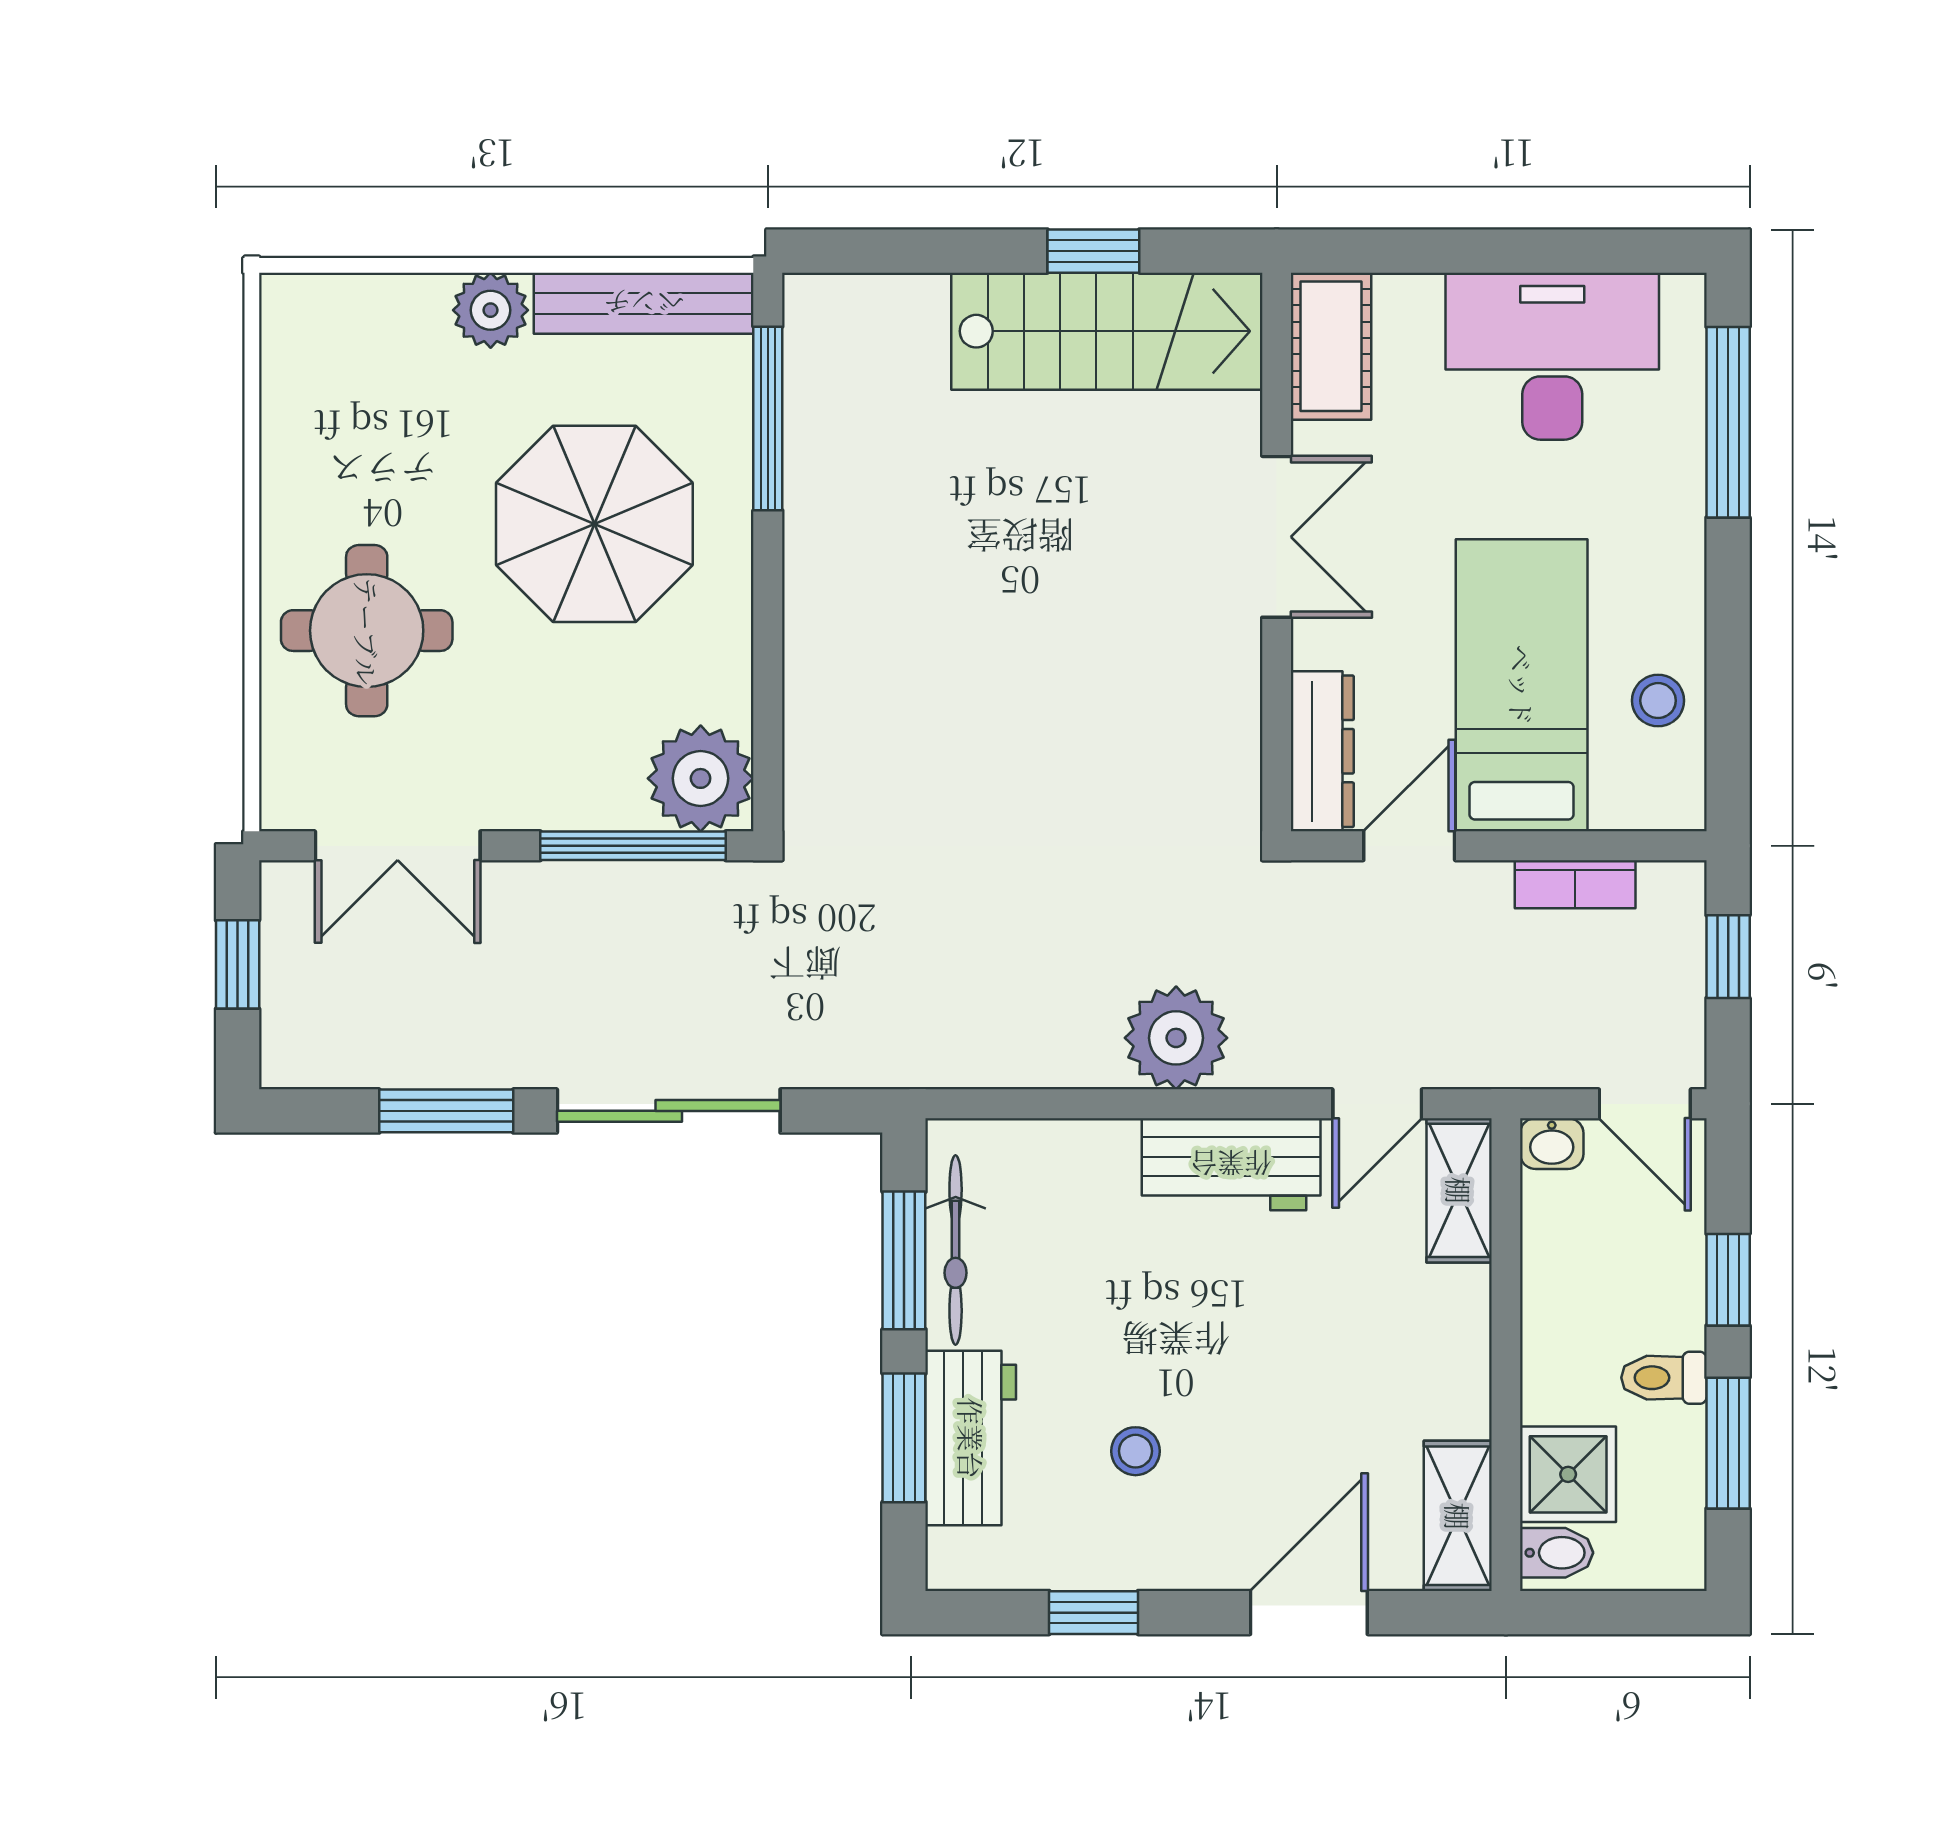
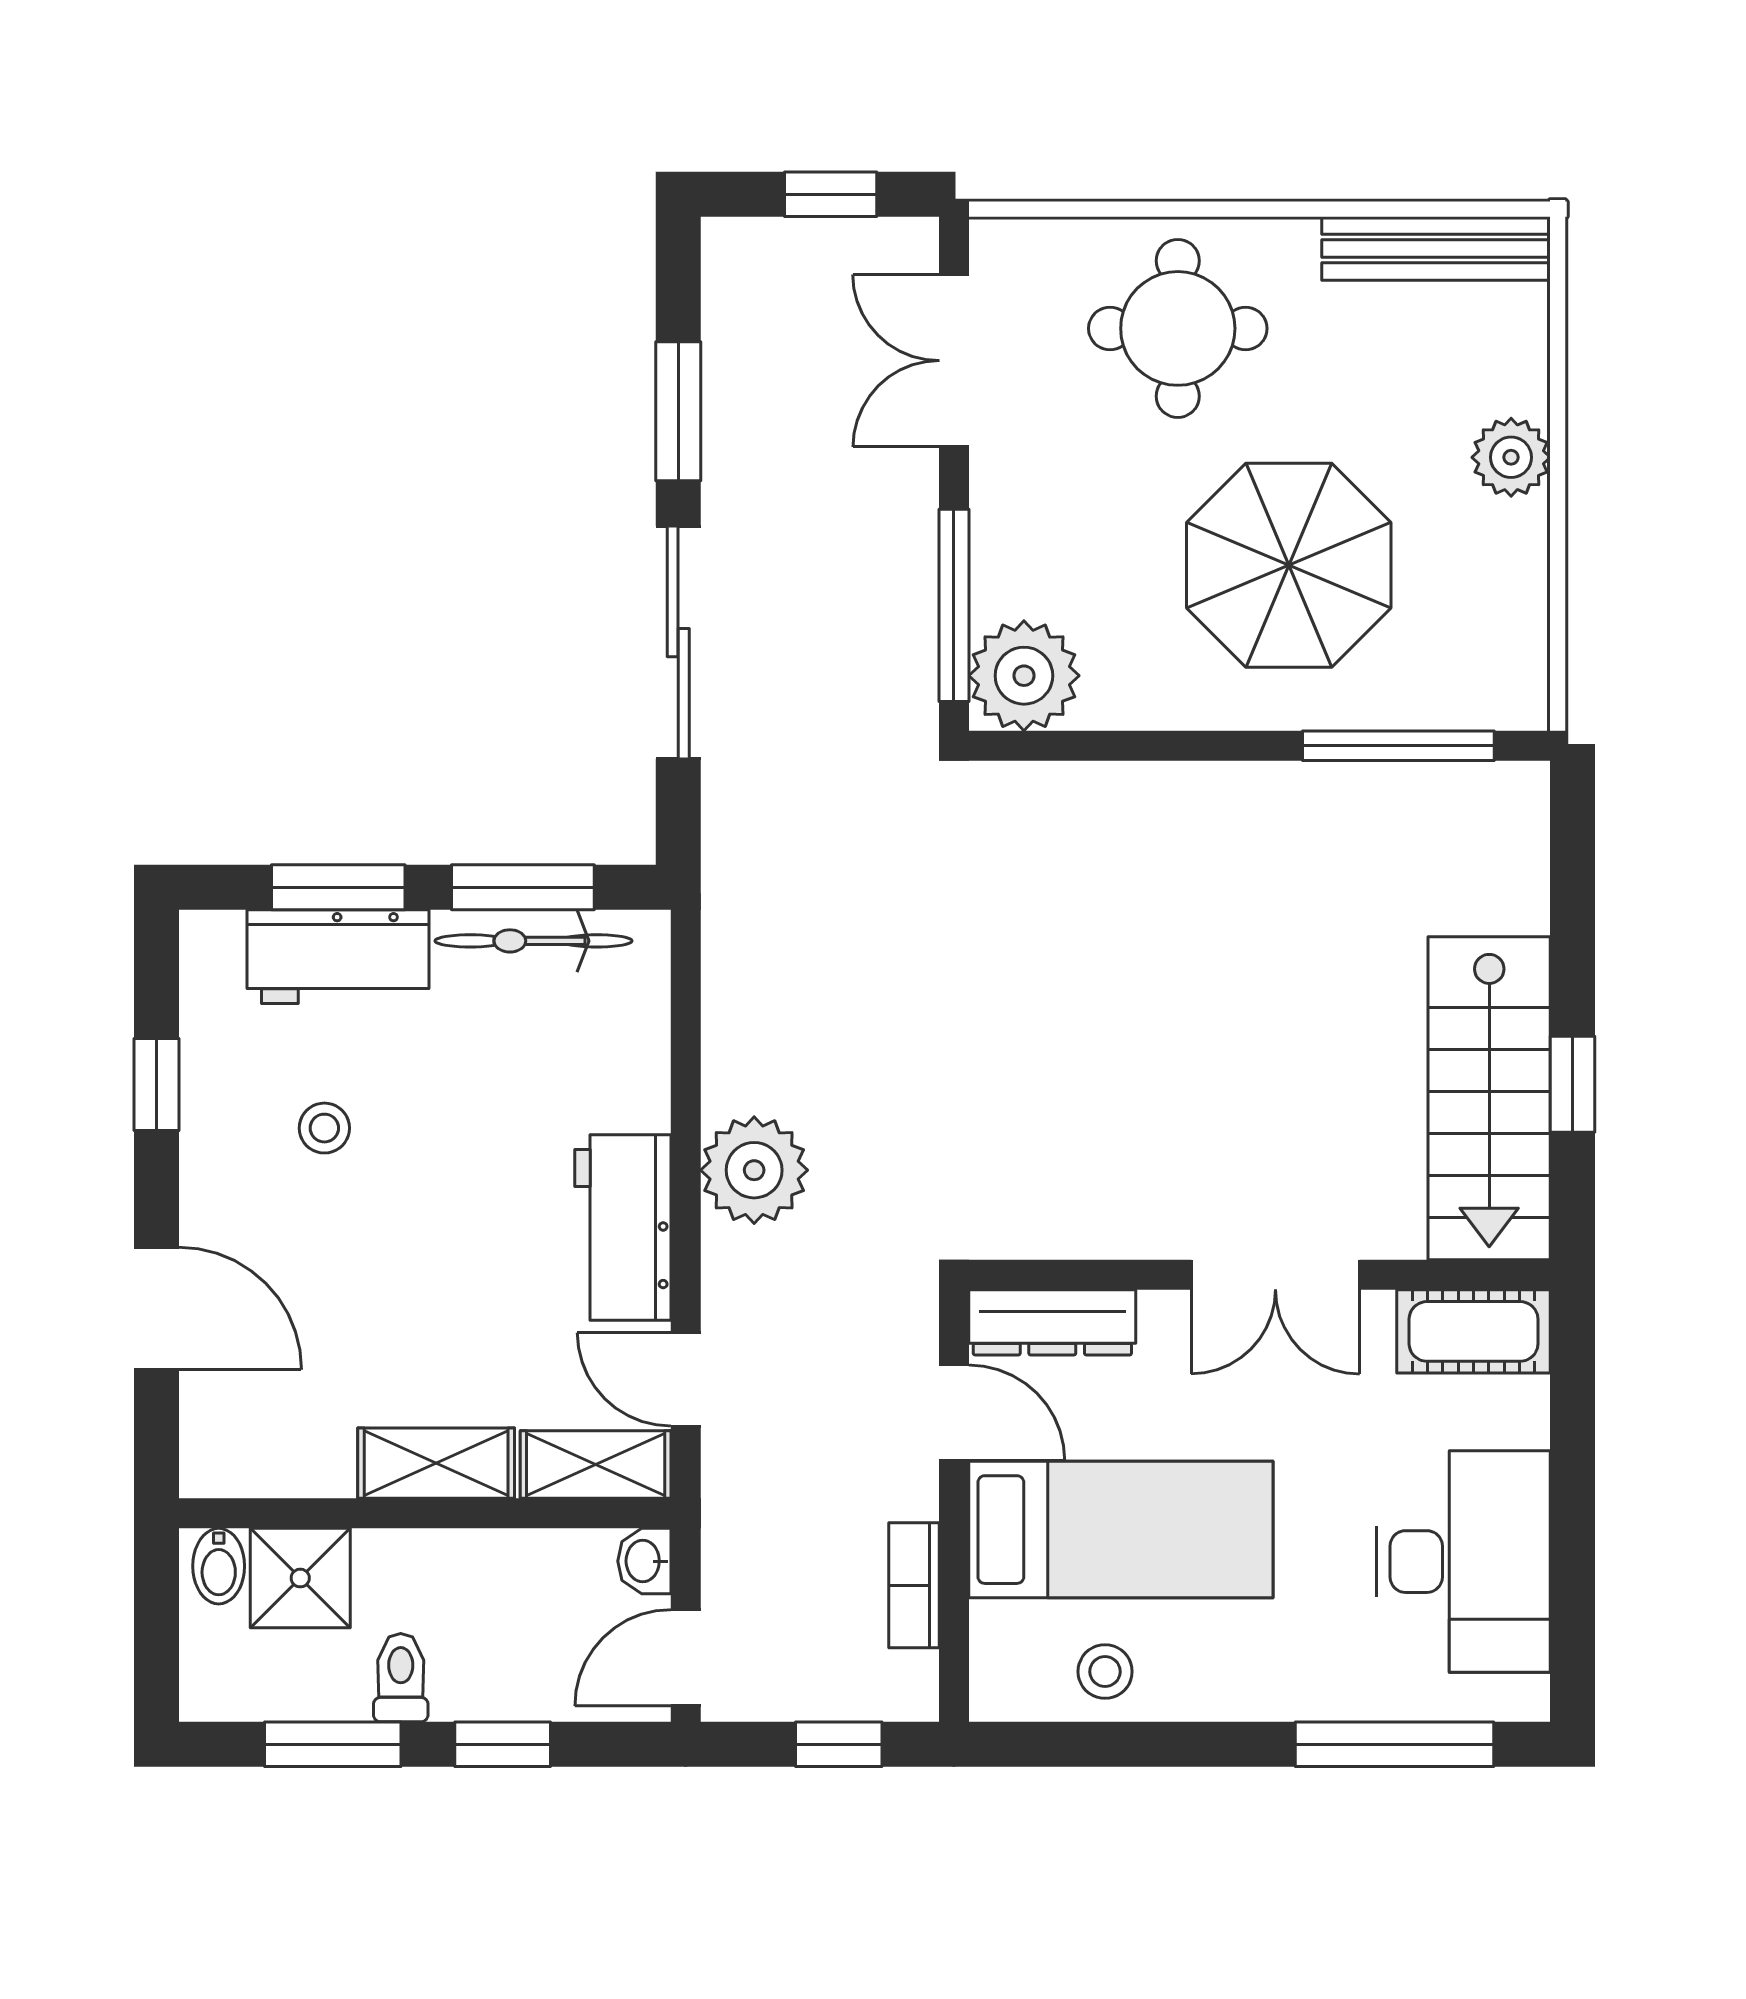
bench: (644, 303) -> (1436, 249), moved, turned 90
shelving: (1458, 1516) -> (436, 1463), moved

